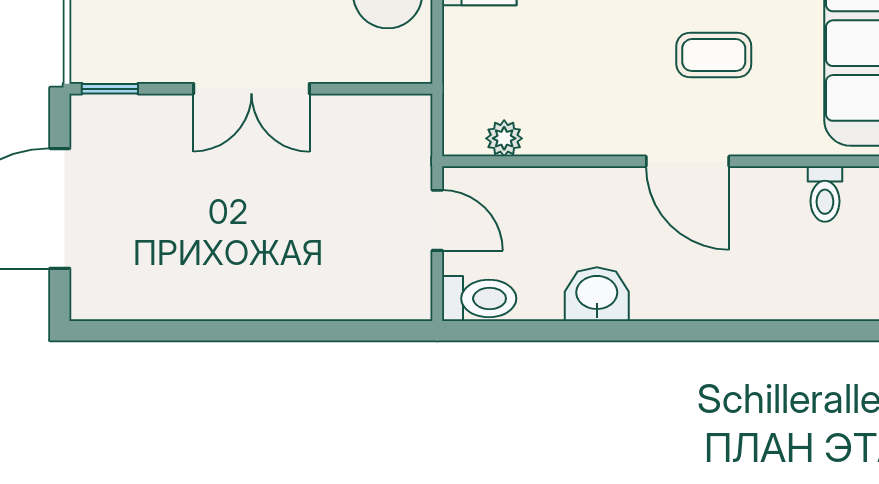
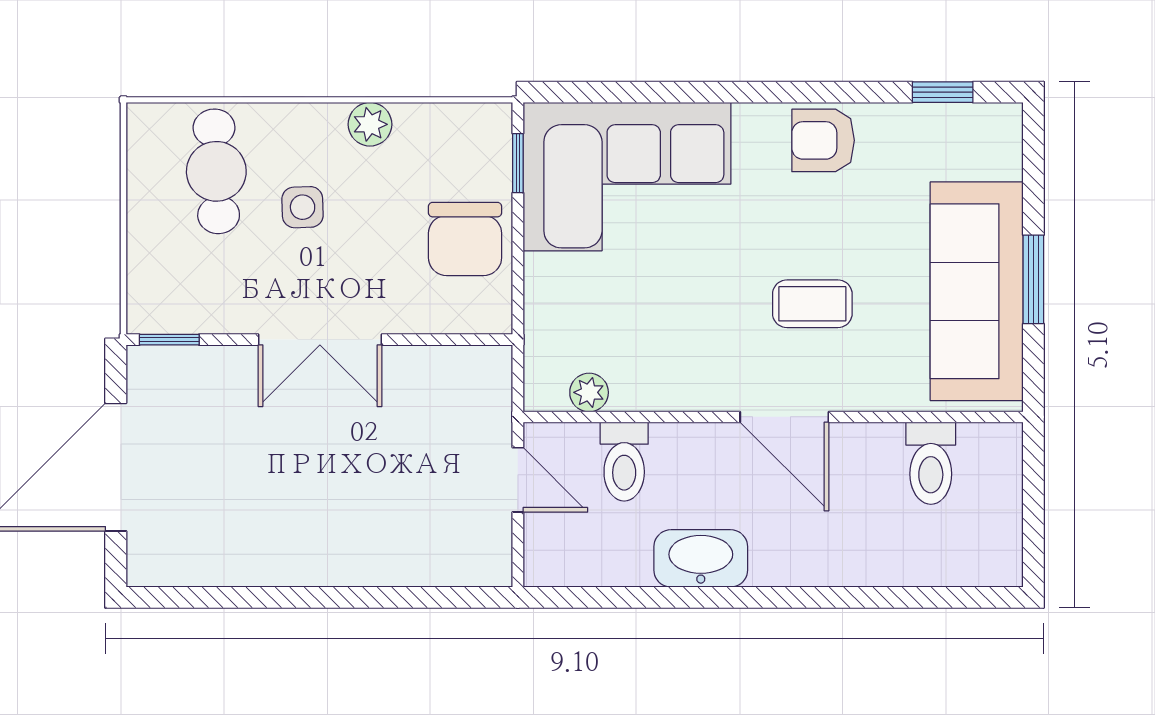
toilet: (825, 194) -> (931, 463), width x1.37, depth x1.39
washbasin: (597, 294) -> (701, 558), width x1.38
toilet: (479, 298) -> (624, 462), moved, turned 90

